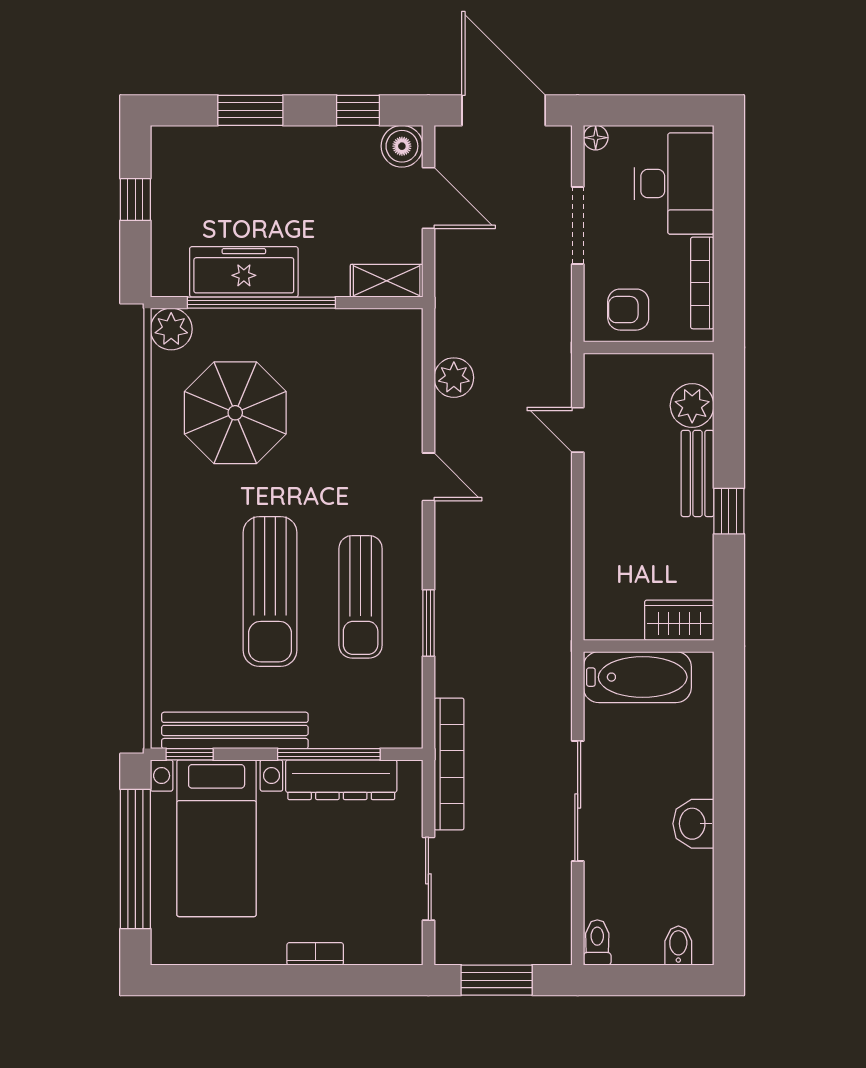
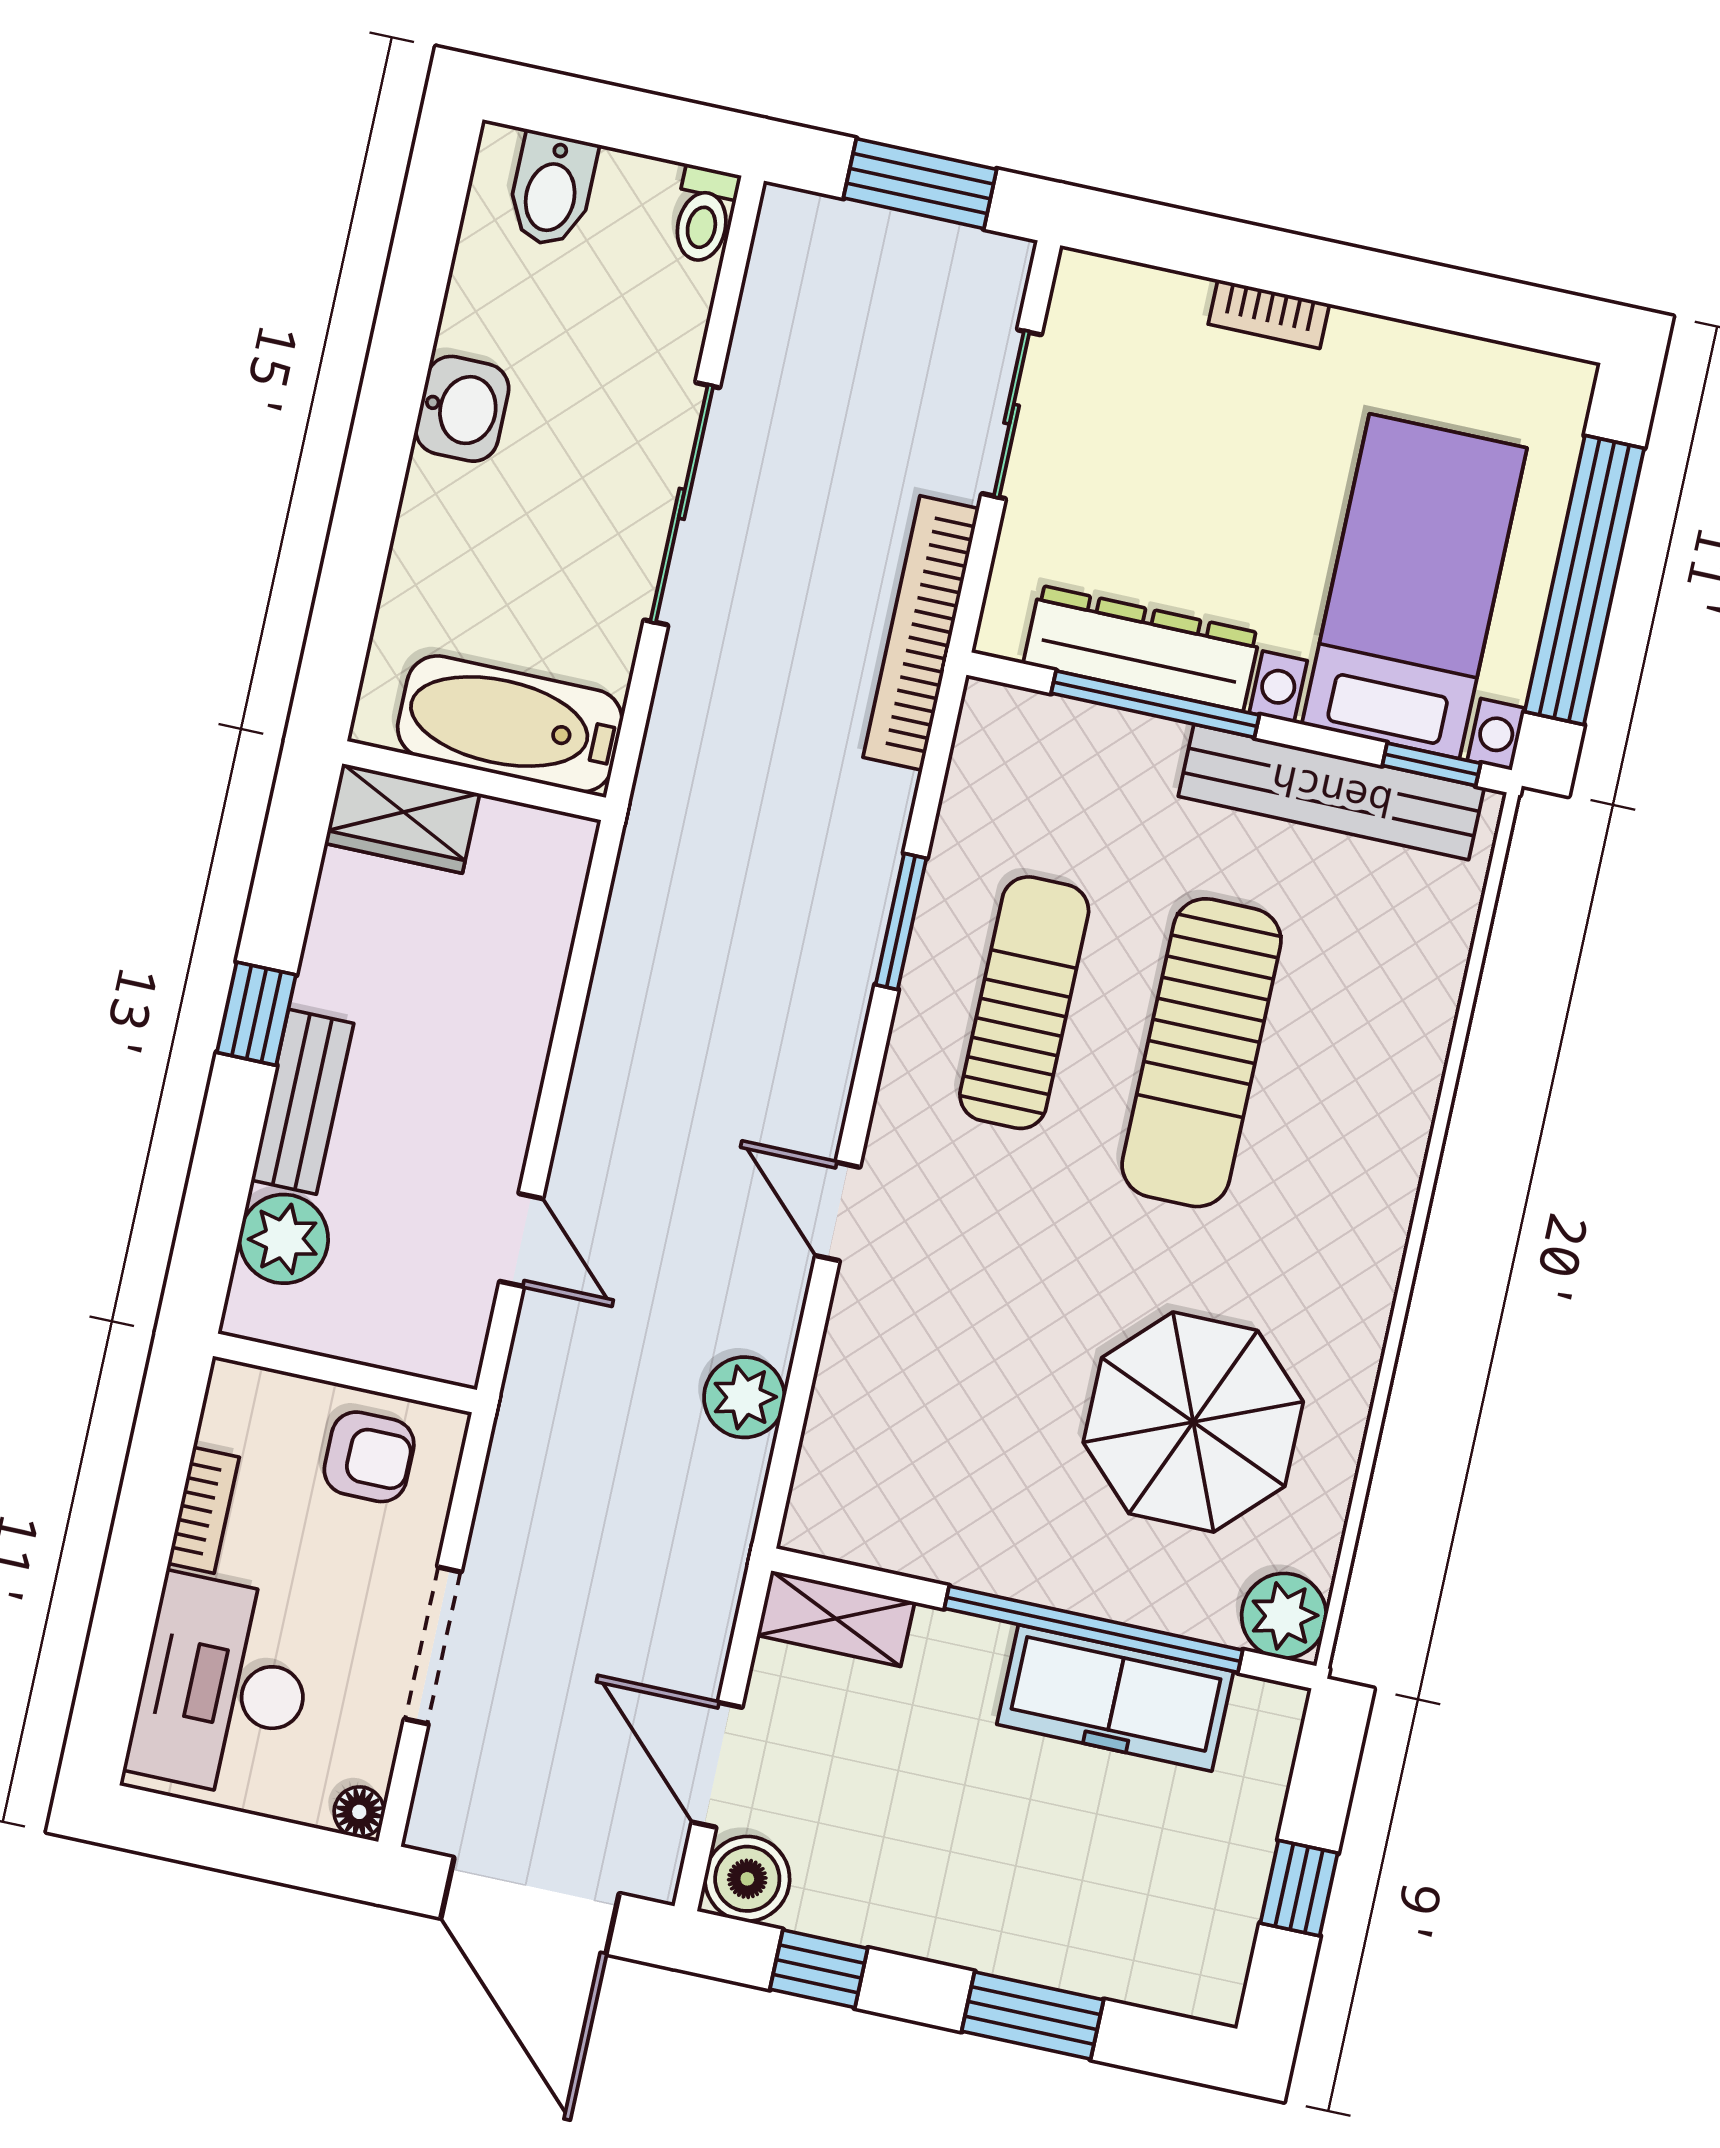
bookcase: (702, 283) -> (204, 1510), width x0.64
sun lounger: (270, 591) -> (1202, 1053), turned 180
bidet: (678, 946) -> (552, 190), width x1.38, depth x1.36

